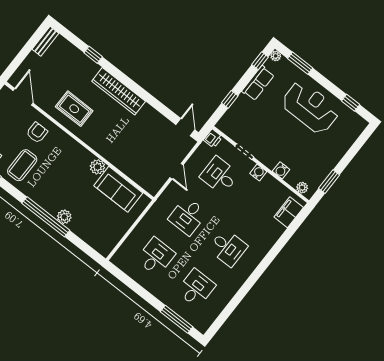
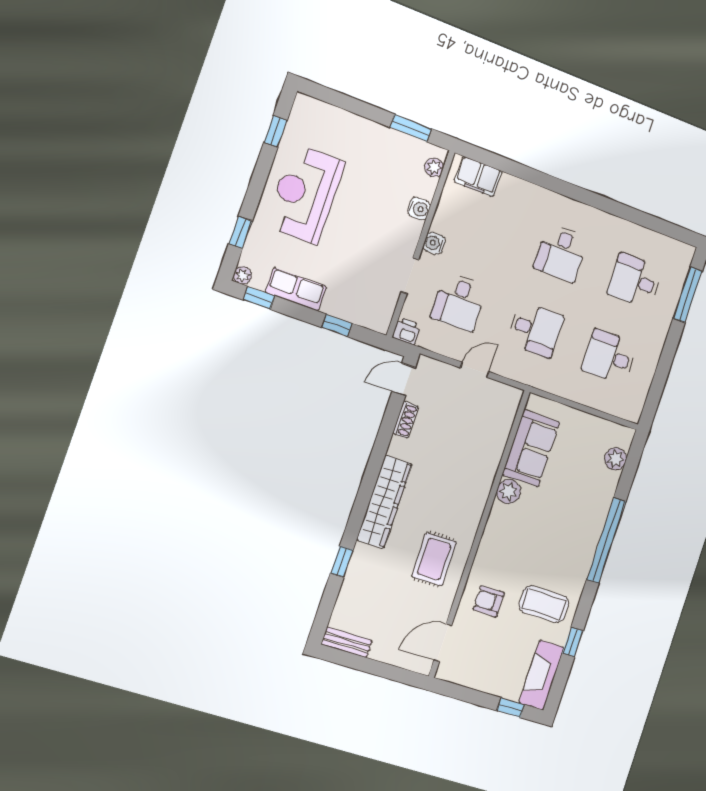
window: (300, 63) -> (240, 232), width x0.67
shoe rack: (162, 120) -> (406, 420), added
plant: (64, 217) -> (615, 459), moved
desk: (228, 248) -> (561, 253), turned 180

